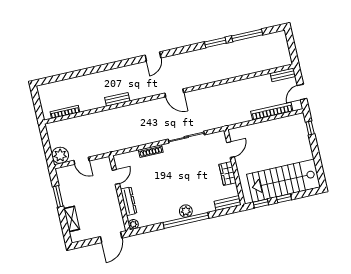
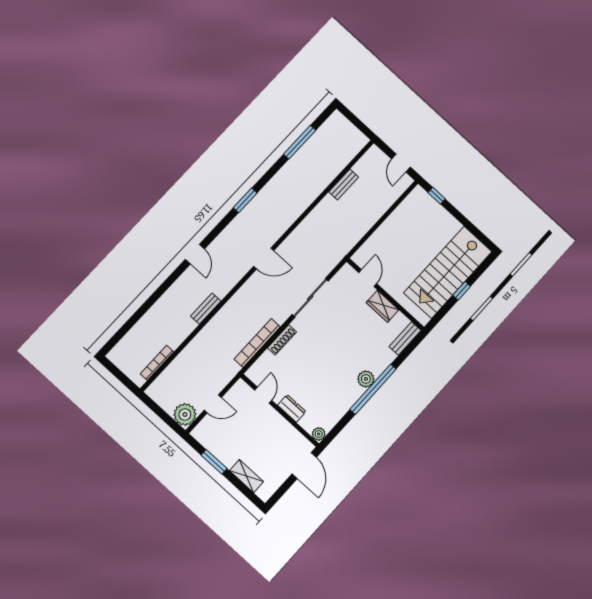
window: (215, 43) -> (245, 200), moved
door: (153, 57) -> (195, 254), moved
bench: (283, 75) -> (344, 185), moved
bookcase: (272, 111) -> (257, 343), moved
dresser: (129, 201) -> (292, 408), width x0.70
window: (261, 204) -> (441, 314), removed

